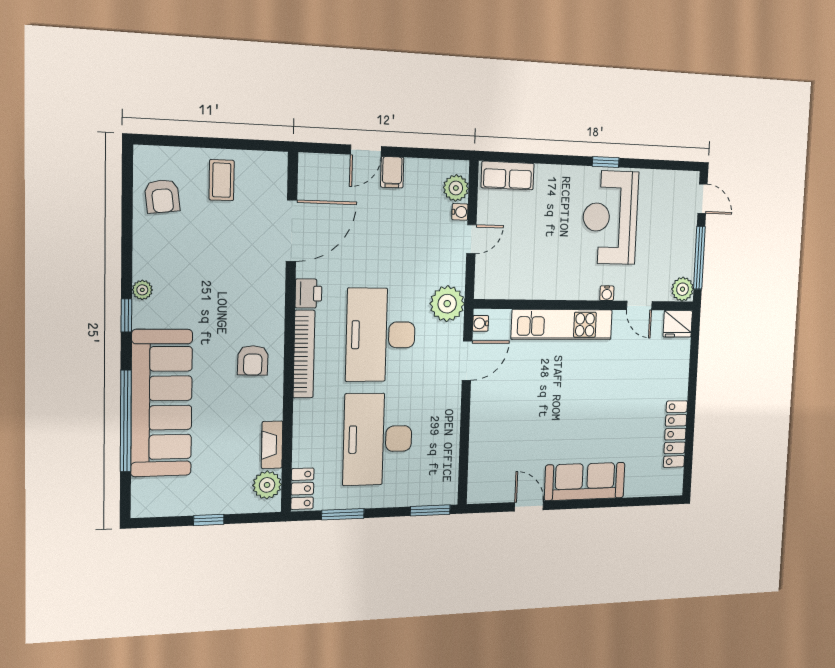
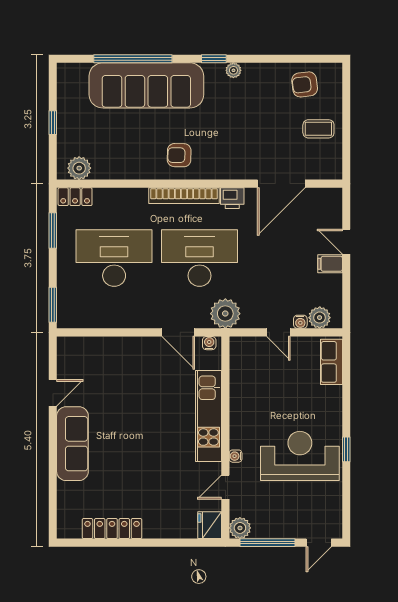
door: (292, 231) -> (281, 184), hinge flipped
fireplace: (272, 445) -> (111, 172), removed

